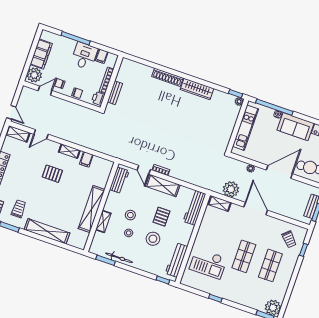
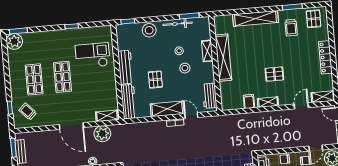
stool: (153, 239) -> (149, 30), moved
workbench: (176, 260) -> (125, 67), moved

